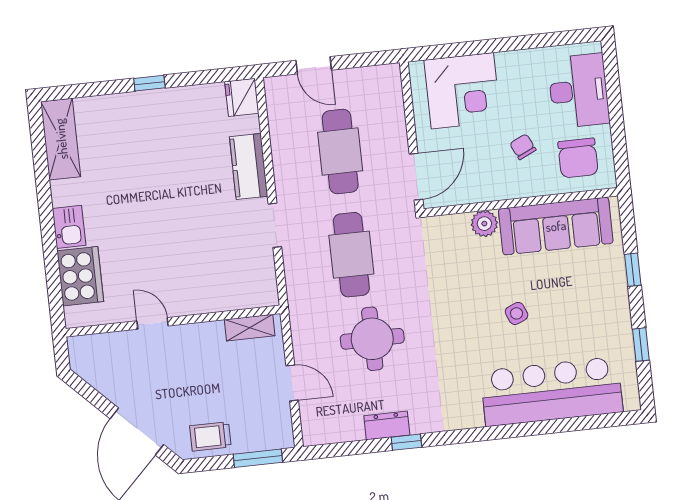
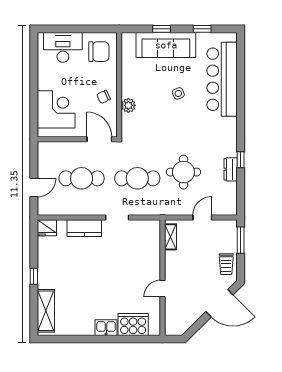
shelving: (61, 139) -> (46, 311), moved, turned 90
chair: (523, 147) -> (104, 97), moved
sofa: (556, 226) -> (166, 45), moved, turned 90

